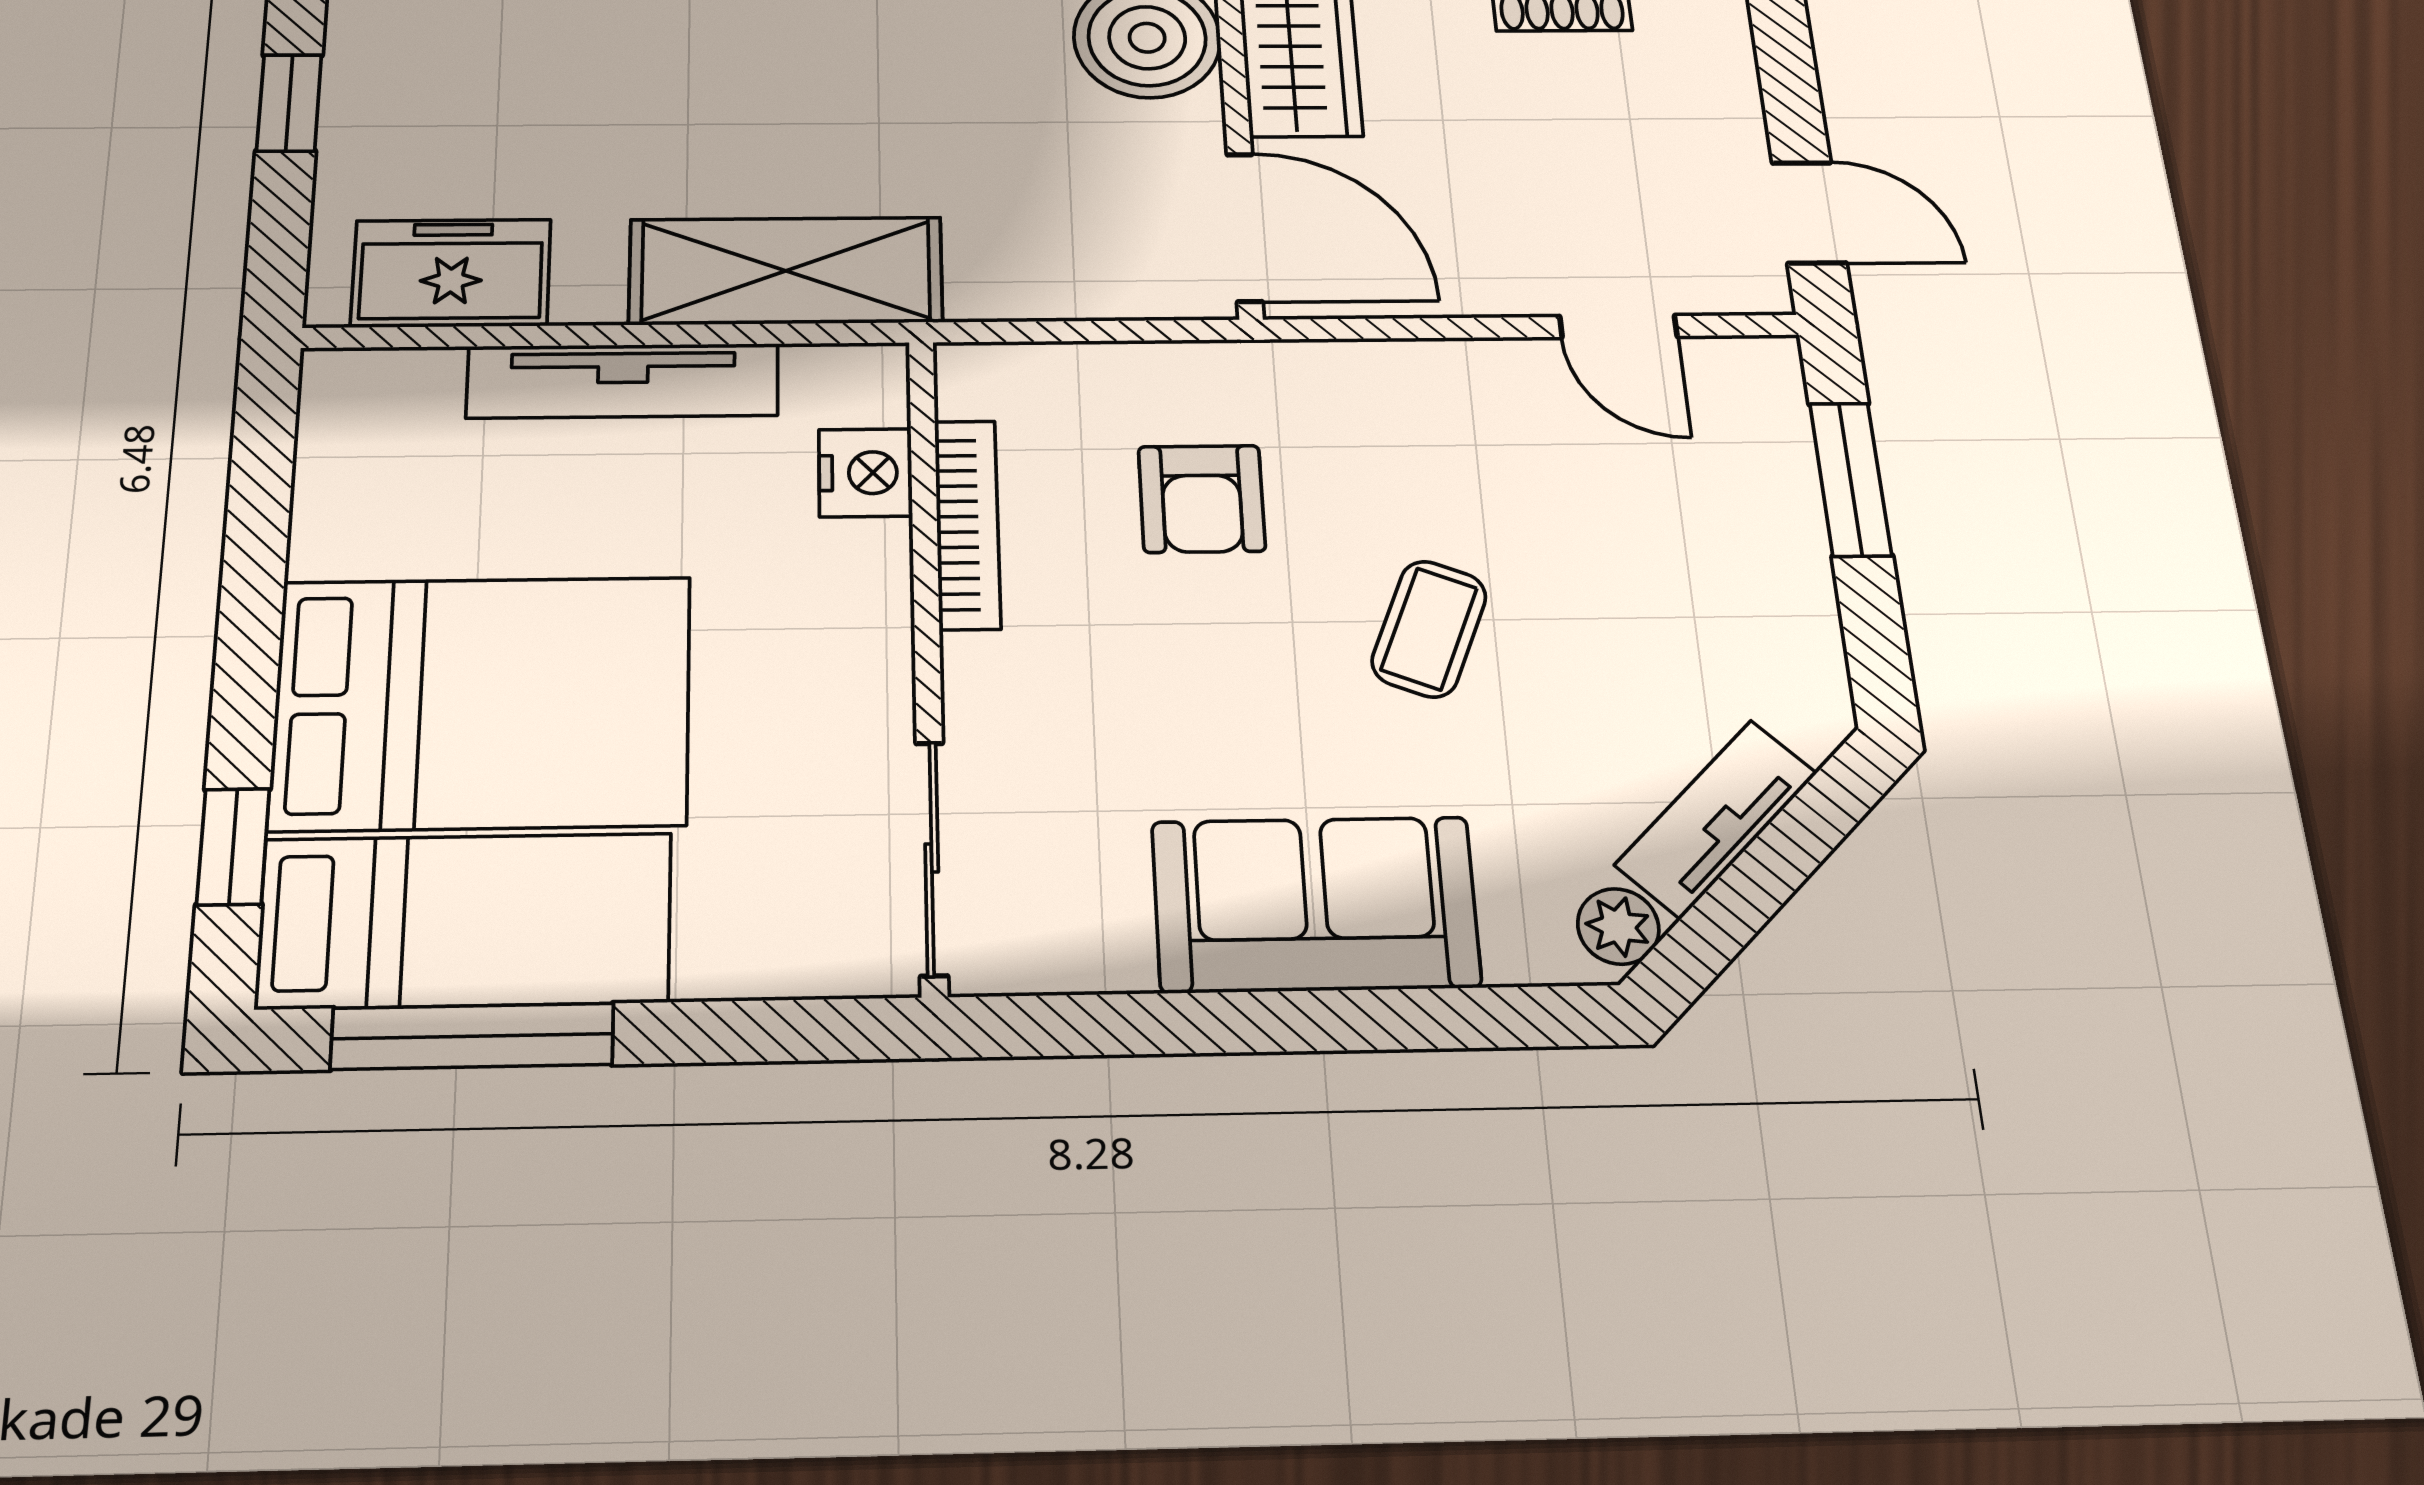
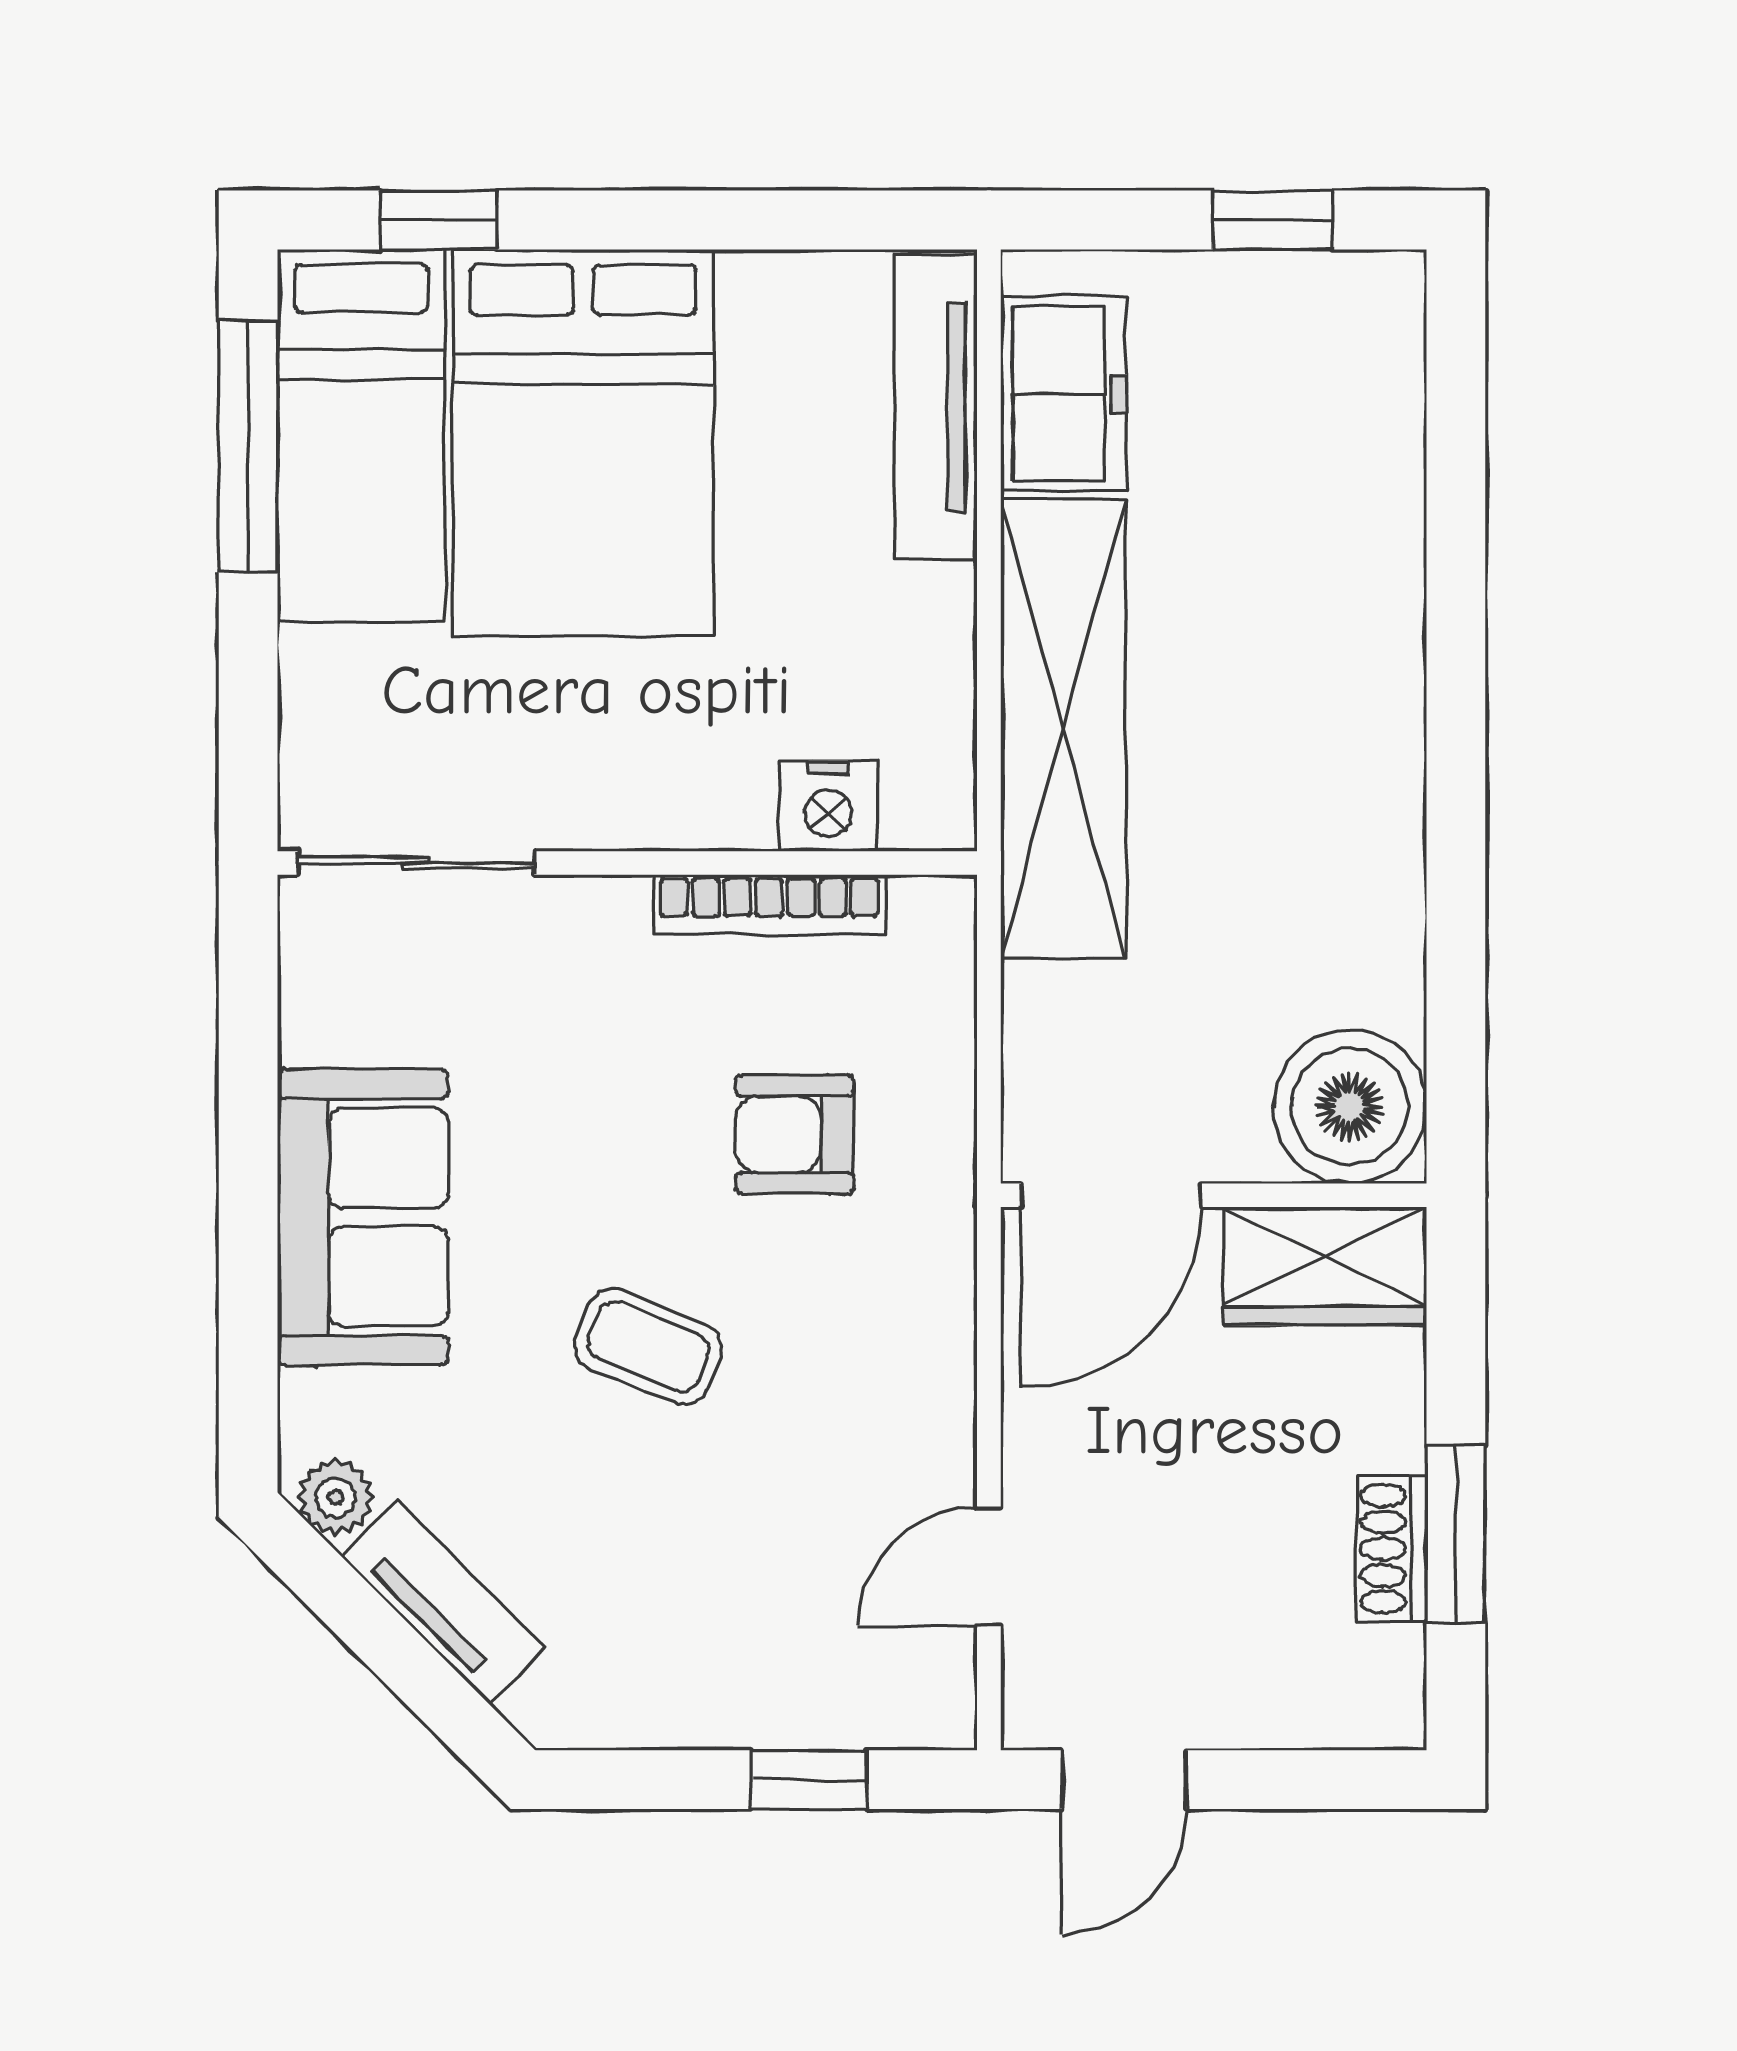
shelving: (786, 271) -> (1063, 729), width x1.47
tv unit: (623, 381) -> (936, 407), moved
window: (1850, 479) -> (809, 1780), width x0.67

